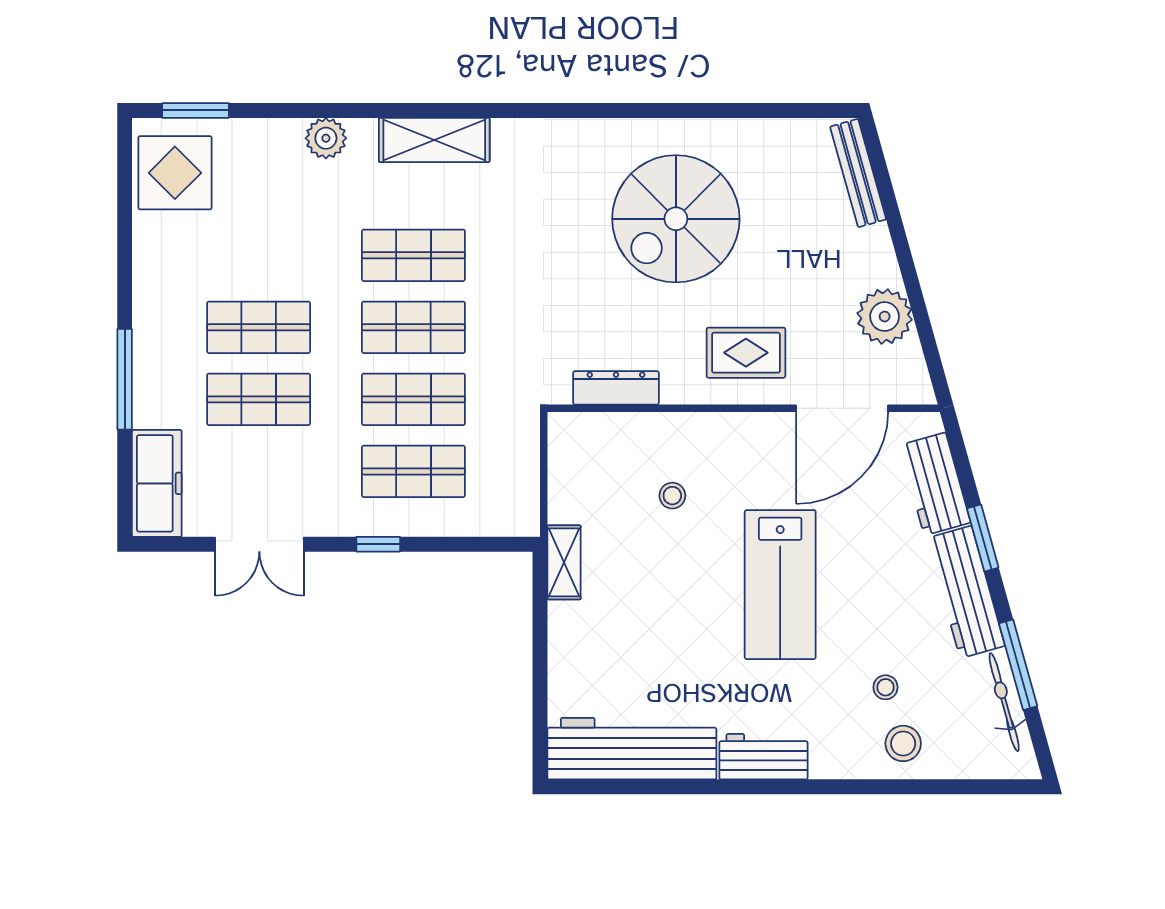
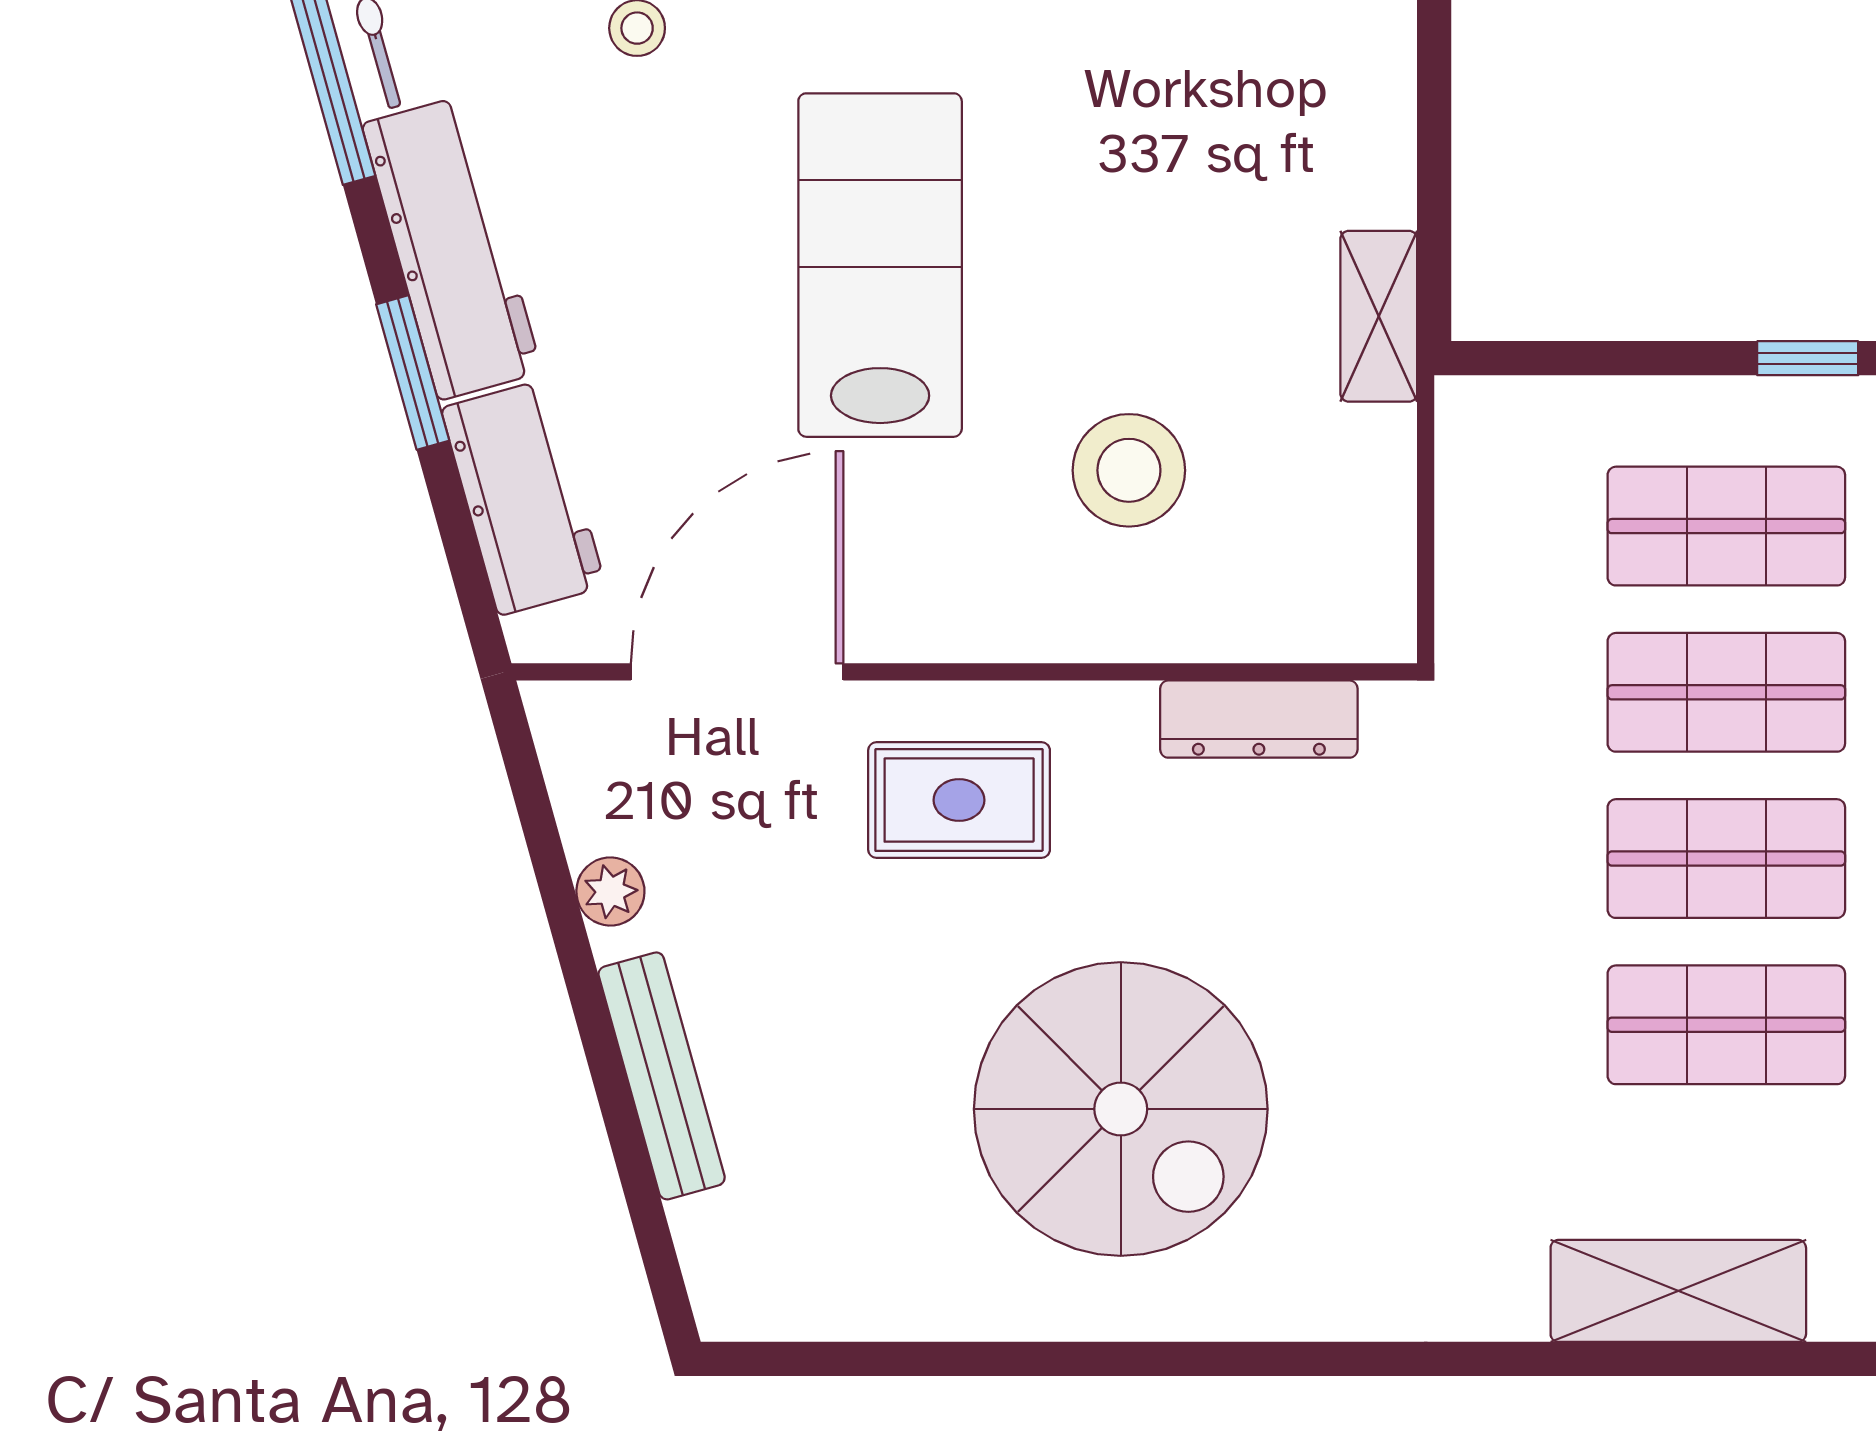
bench: (858, 173) -> (662, 1076), moved
spiral stairs: (676, 219) -> (1121, 1109), turned 90
plant: (885, 317) -> (610, 891), width x0.53, depth x0.53
stool: (672, 496) -> (1129, 470), width x1.89, depth x1.89

